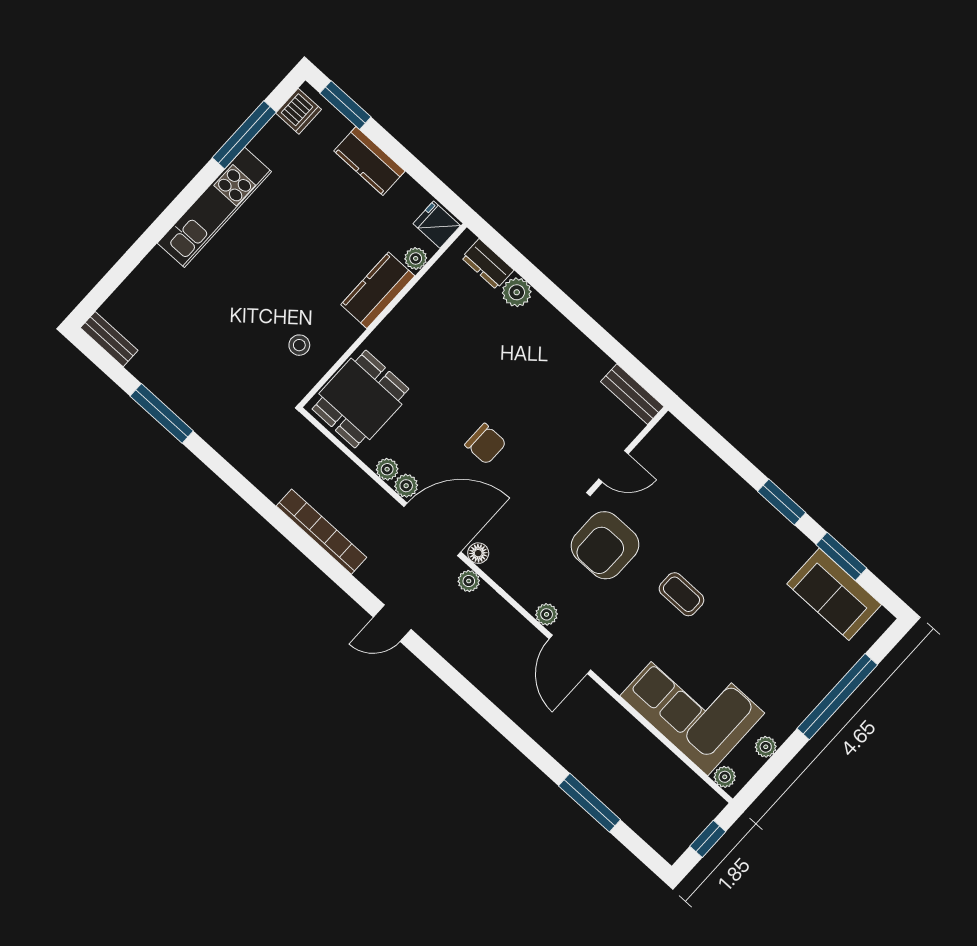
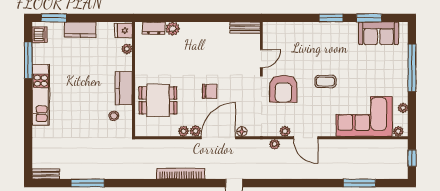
kitchen counter: (378, 290) -> (124, 88), moved
dining table: (360, 399) -> (158, 100), moved, turned 90
plant: (469, 581) -> (275, 144), moved

